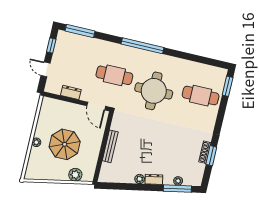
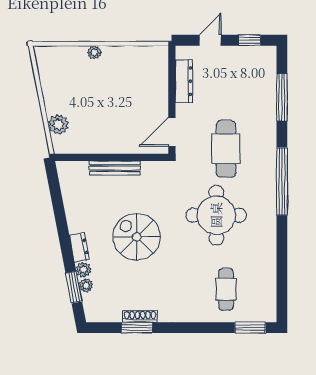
window: (80, 31) -> (282, 97), moved
dresser: (71, 92) -> (184, 81), width x1.44
cafe table: (201, 96) -> (226, 289), width x0.73, depth x0.74
spiral stairs: (156, 143) -> (137, 237), added
parasol: (65, 144) -> (101, 97), removed
plant: (140, 179) -> (84, 270), moved
window: (177, 189) -> (74, 287), width x0.69

